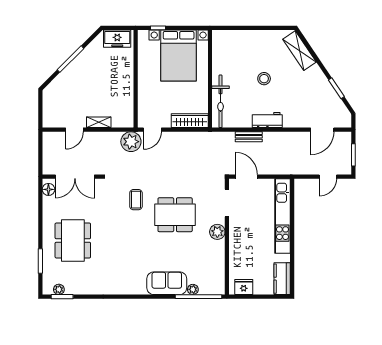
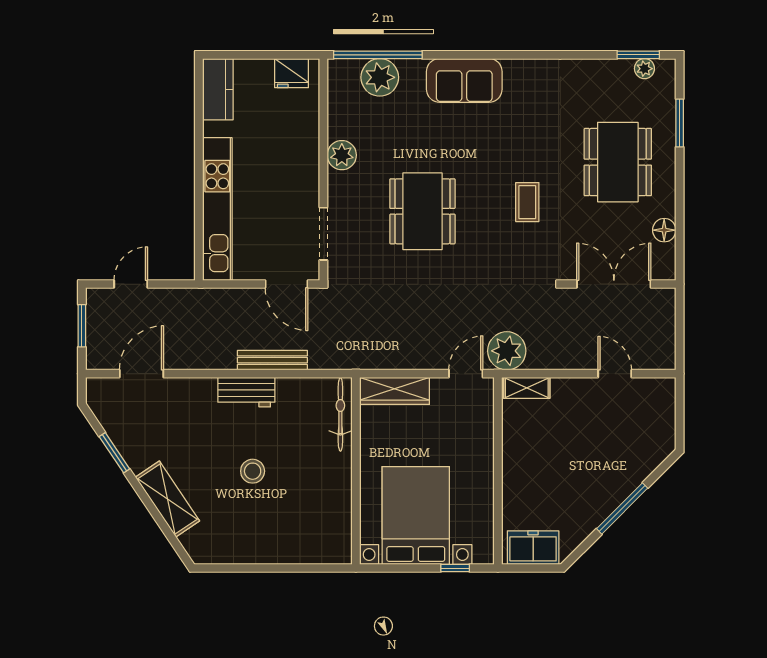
shelving: (300, 51) -> (168, 499), moved
bicycle: (221, 101) -> (340, 414), width x0.73, depth x0.71
shelving: (99, 122) -> (527, 388), moved
door: (74, 130) -> (615, 374), hinge flipped
bench: (249, 137) -> (272, 360), width x1.36
floor lamp: (48, 189) -> (664, 230), moved
coffee table: (136, 200) -> (527, 202), moved
dining table: (175, 215) -> (422, 211), turned 90
plant: (217, 232) -> (342, 155), moved
sofa: (167, 283) -> (464, 80), moved
plant: (193, 289) -> (380, 77), width x1.88, depth x1.88

